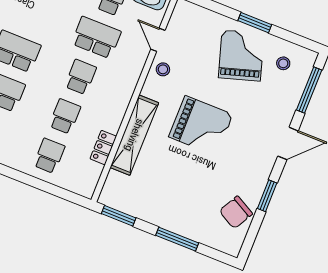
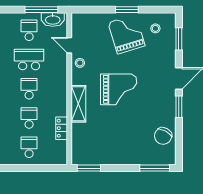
window: (309, 90) -> (179, 39), width x0.69
shelving: (134, 135) -> (78, 104), width x0.68
window: (267, 196) -> (179, 107), moved
window: (177, 239) -> (155, 168), moved

